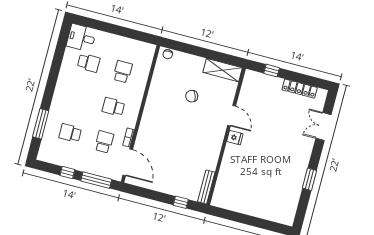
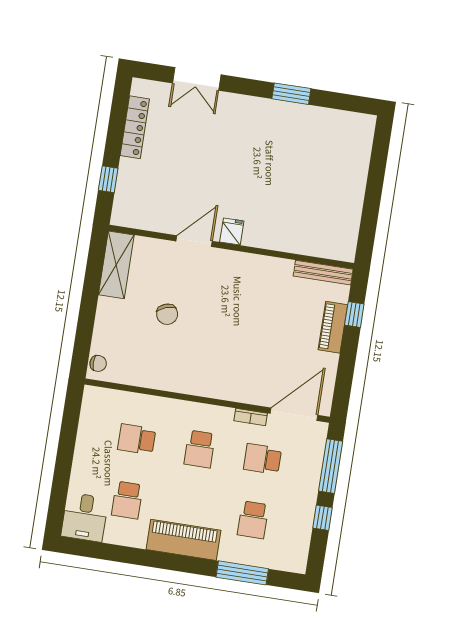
school desk: (89, 63) -> (127, 500), turned 180
piano: (63, 92) -> (183, 540), added
piano: (175, 189) -> (333, 327), added

